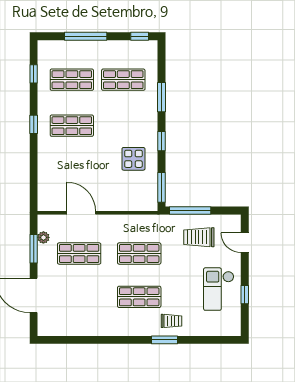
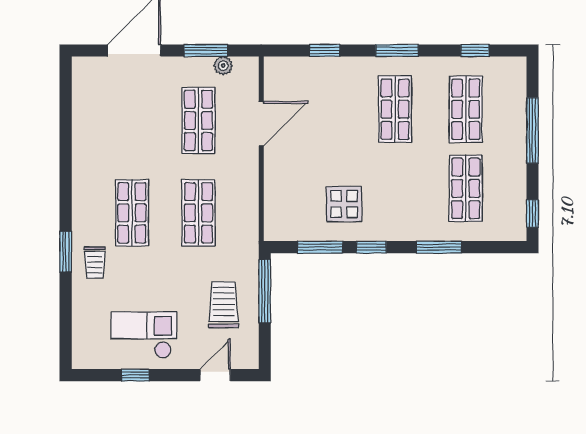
window: (34, 124) -> (397, 50), width x1.50
window: (34, 171) -> (325, 50), added
window: (162, 187) -> (320, 247), moved

